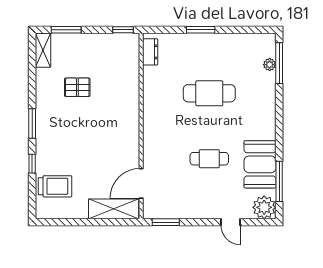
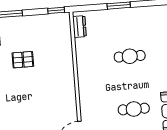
cafe table: (209, 93) -> (130, 56), width x0.73, depth x0.74

